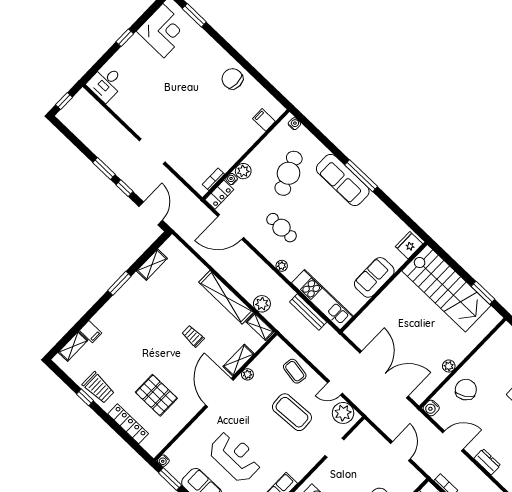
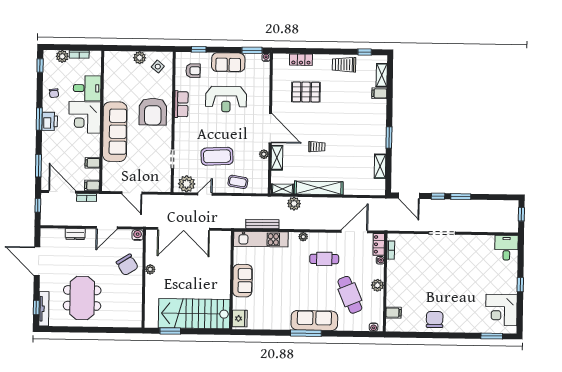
chair: (232, 79) -> (435, 320), turned -90
plant: (243, 171) -> (377, 285), moved
window: (85, 397) -> (365, 52), moved
locker: (128, 424) -> (301, 60), width x0.66

